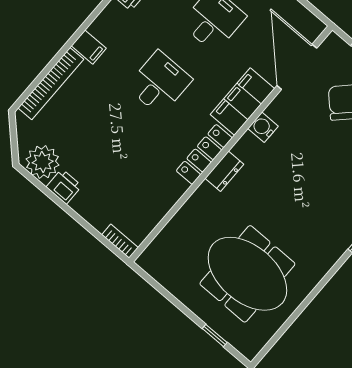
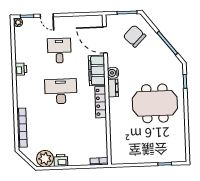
filing cabinet: (89, 47) -> (23, 102), removed
desk: (159, 83) -> (61, 91), width x1.37
dresser: (224, 171) -> (113, 88), moved
meeting table: (247, 274) -> (155, 103), moved

